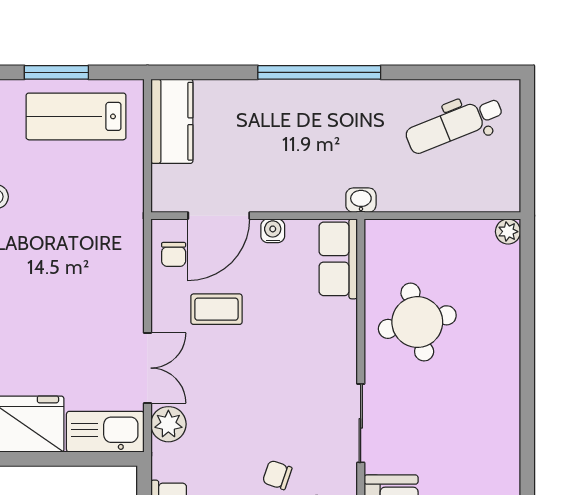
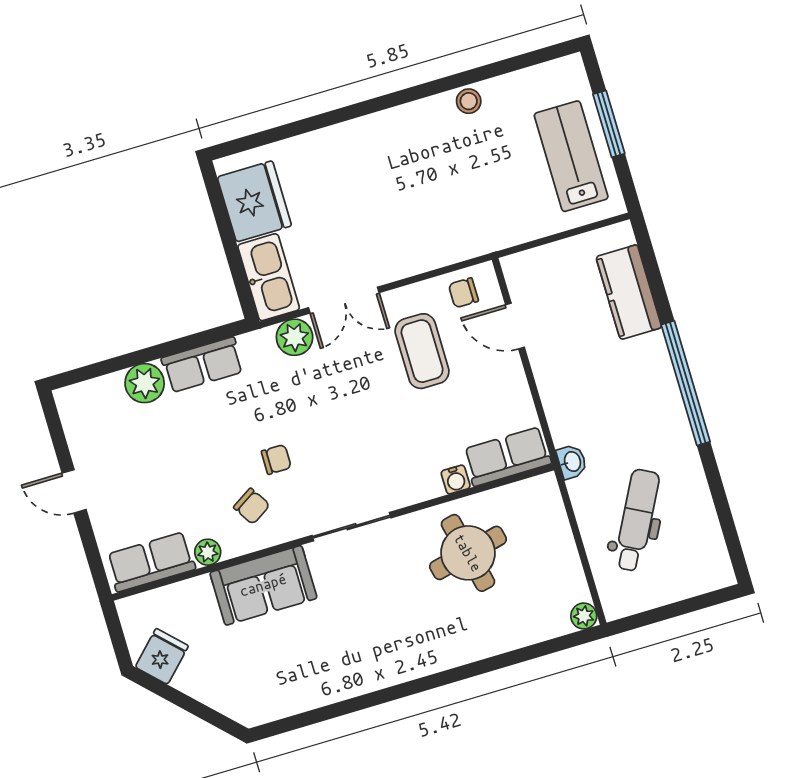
kitchen counter: (172, 121) -> (629, 292), moved, turned 90
dental chair: (454, 125) -> (637, 520), moved, turned 50
door: (219, 216) -> (515, 326), width x0.73
water cooler: (273, 231) -> (456, 480), moved, turned 90
coffee table: (216, 309) -> (422, 351), width x1.36, depth x1.30
chair: (277, 475) -> (276, 459), turned 71

